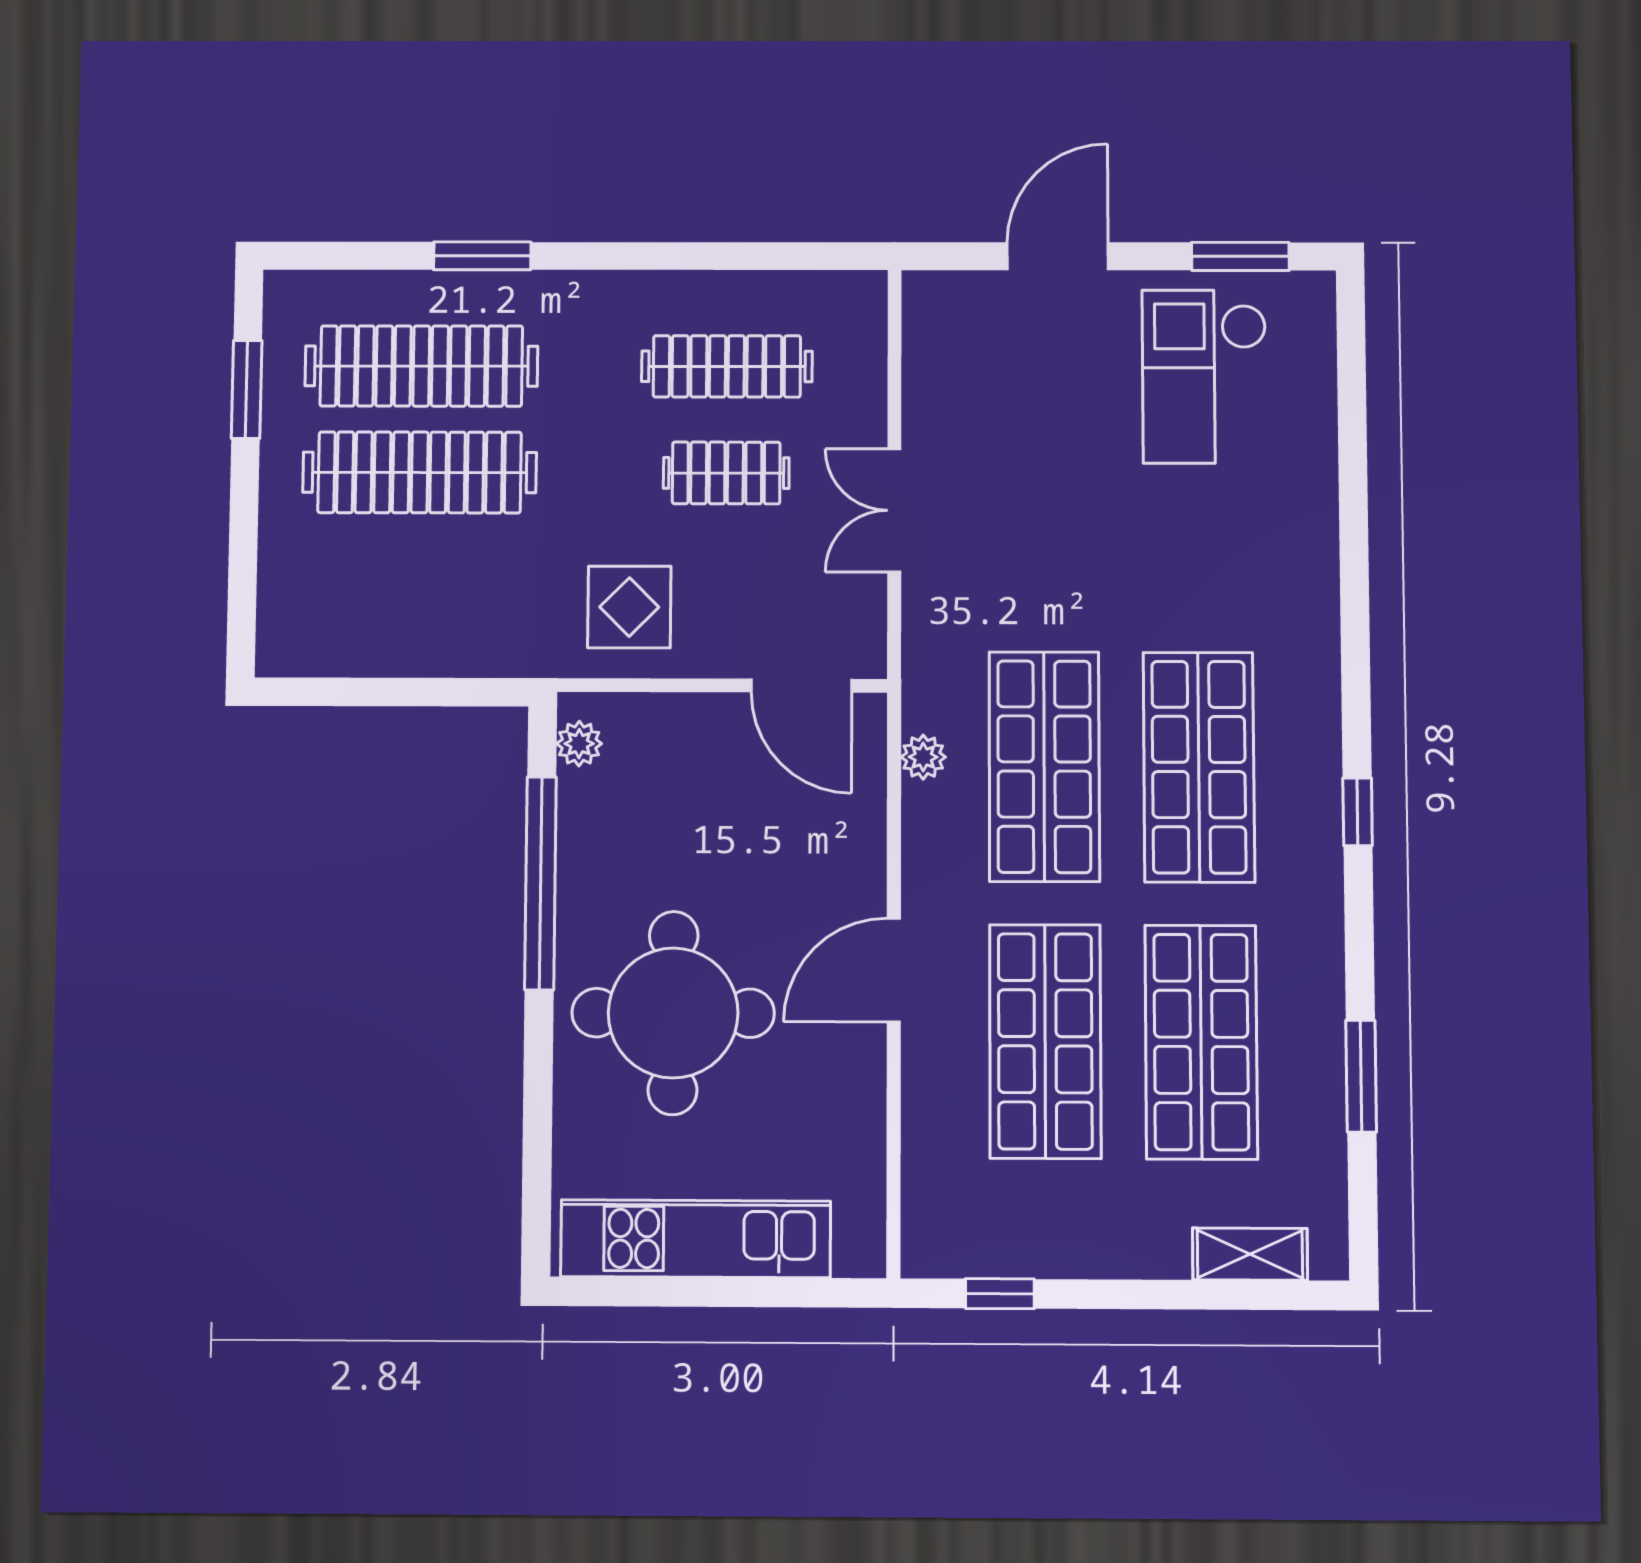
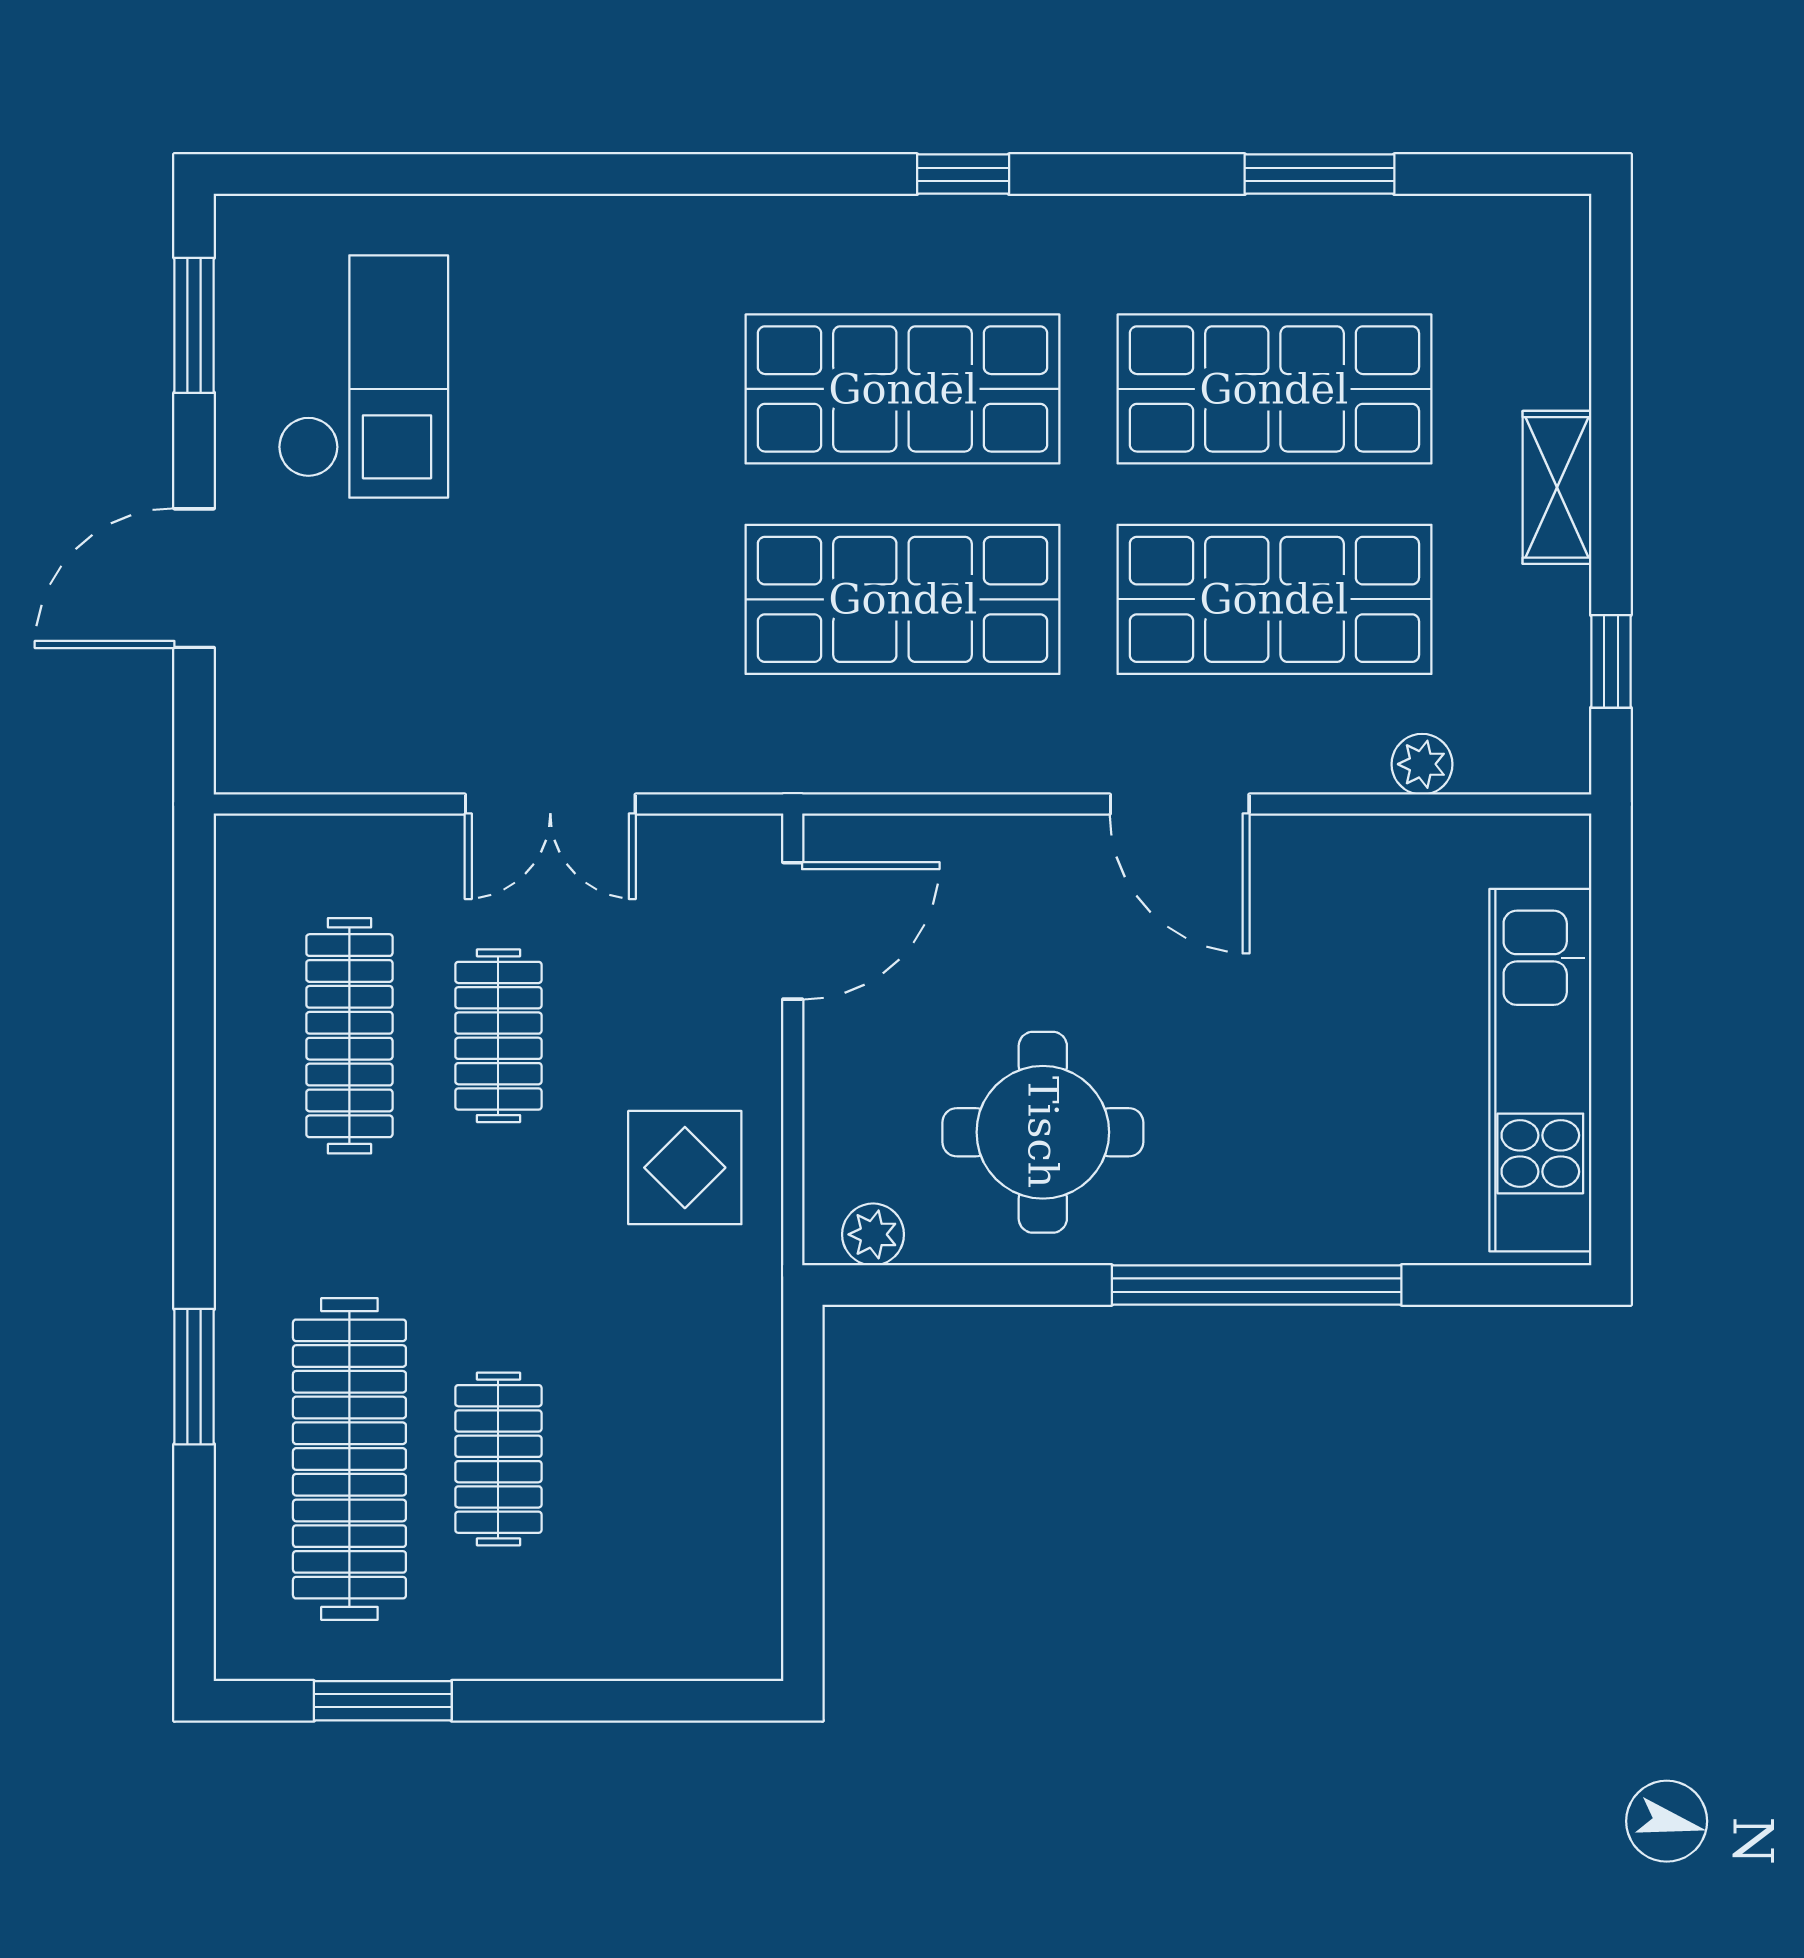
door: (1058, 256) -> (194, 578), hinge flipped
checkout: (1204, 377) -> (363, 377), turned -90
clothes rail: (420, 472) -> (498, 1459), width x0.54, depth x0.76
plant: (923, 757) -> (1422, 764), moved
window: (540, 883) -> (1257, 1285), moved
round table: (673, 1013) -> (1043, 1132), moved, width x0.73, depth x0.73
shelving: (1250, 1254) -> (1557, 487), moved

